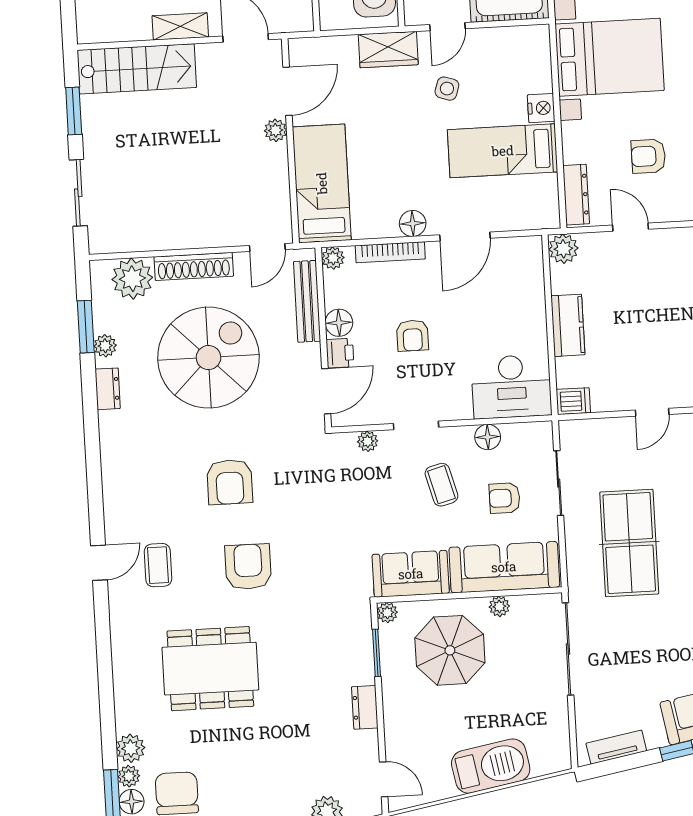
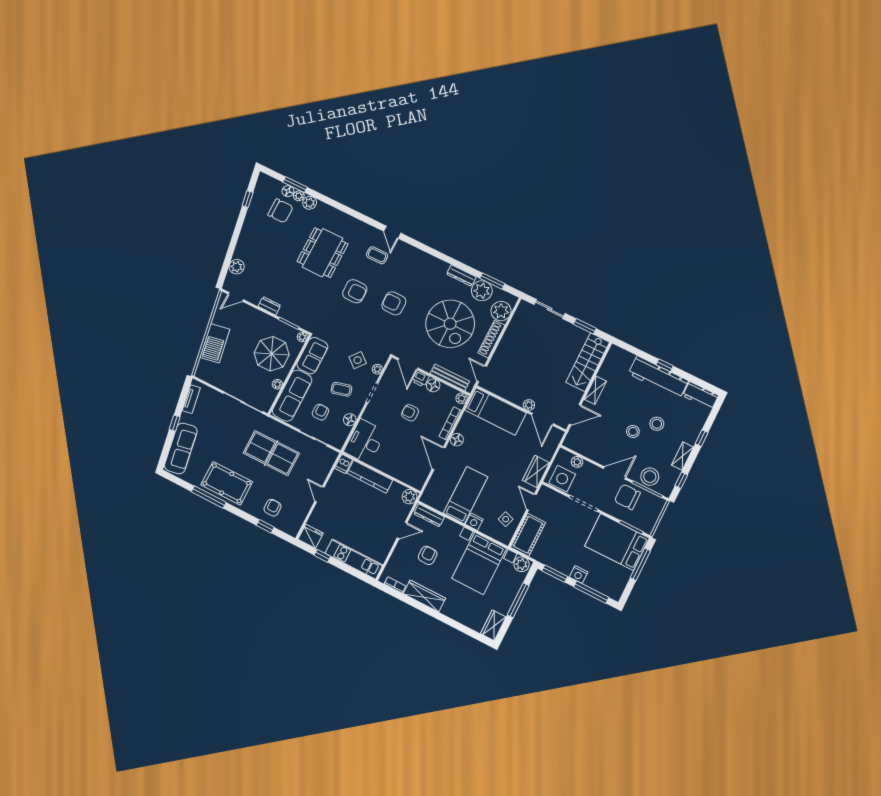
side table: (447, 89) -> (506, 519), moved
kitchen counter: (568, 325) -> (370, 477), width x1.50
plant: (105, 346) -> (482, 291), width x1.87, depth x1.87
dresser: (108, 389) -> (461, 276), width x1.44
side table: (372, 487) -> (358, 360), added

